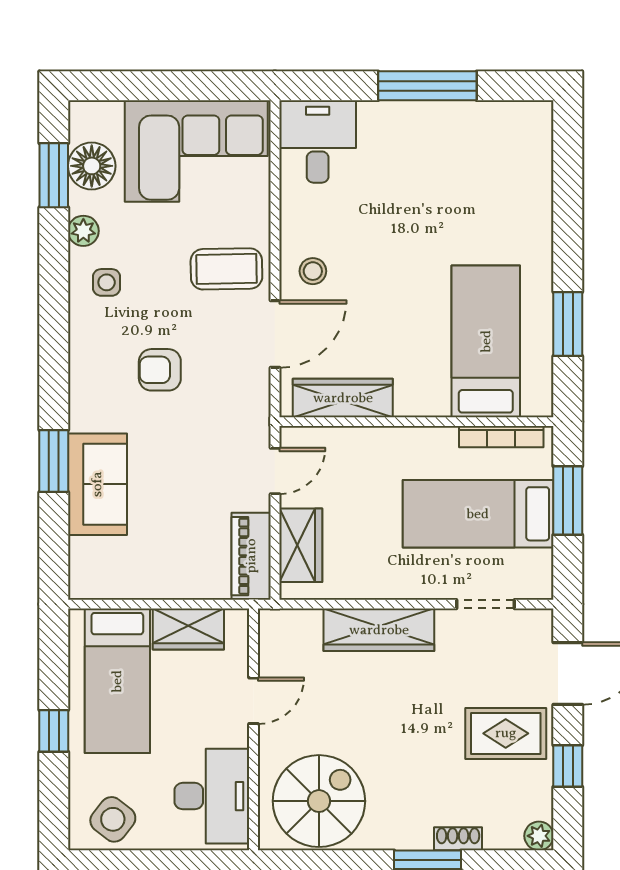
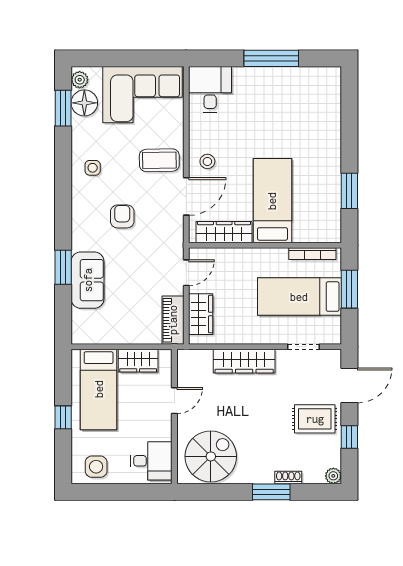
plant: (83, 231) -> (80, 80), moved
bed: (486, 341) -> (272, 201), moved
armchair: (160, 370) -> (122, 216), turned 90
desk: (212, 796) -> (151, 461), width x0.73
side table: (113, 819) -> (96, 467), turned -38

